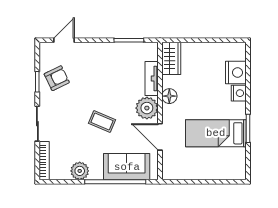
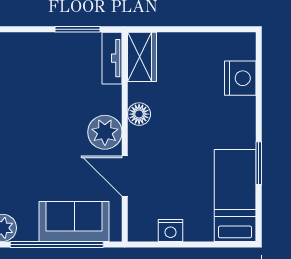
tv unit: (152, 79) -> (112, 58), moved
nightstand: (239, 93) -> (171, 230), moved, turned 90
coffee table: (102, 122) -> (37, 153), removed
bed: (216, 133) -> (235, 196), moved, turned 90

